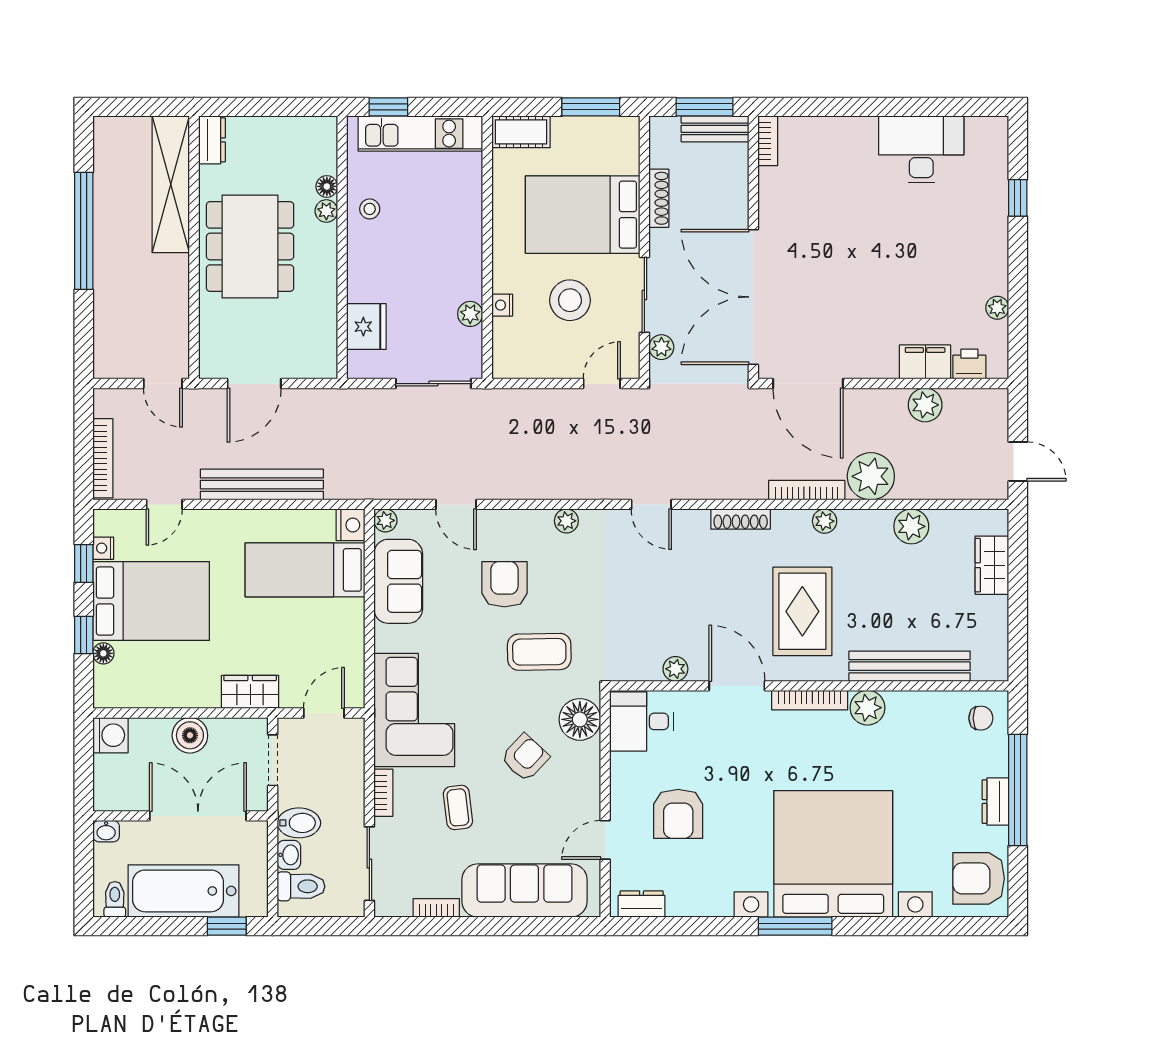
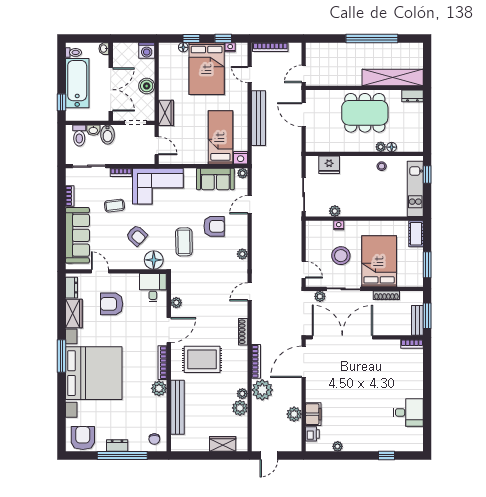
desk: (921, 149) -> (408, 412), width x0.73
plant: (825, 521) -> (242, 394), moved
wardrobe: (700, 898) -> (74, 313), added

